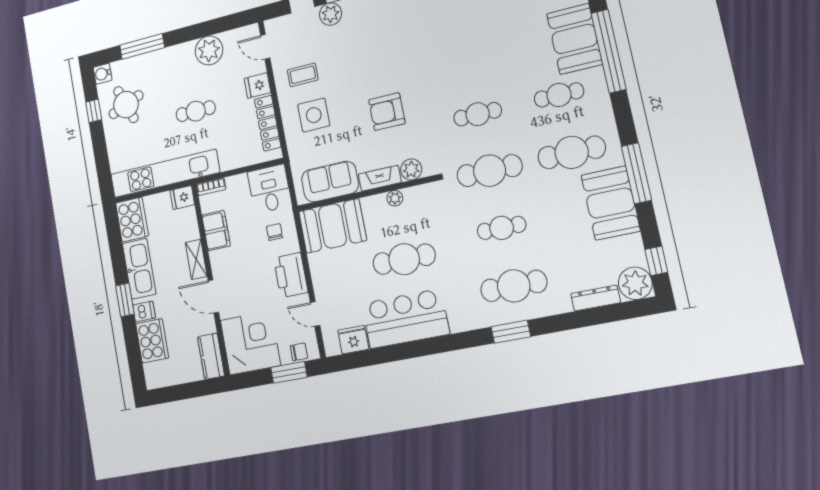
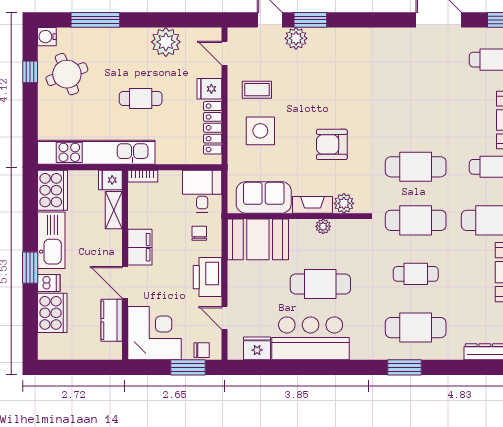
cafe table: (478, 114) -> (416, 167), width x1.37, depth x1.35
filing cabinet: (216, 231) -> (140, 247), moved
shelving: (196, 259) -> (114, 210), moved
kitchen counter: (211, 356) -> (112, 320), moved

